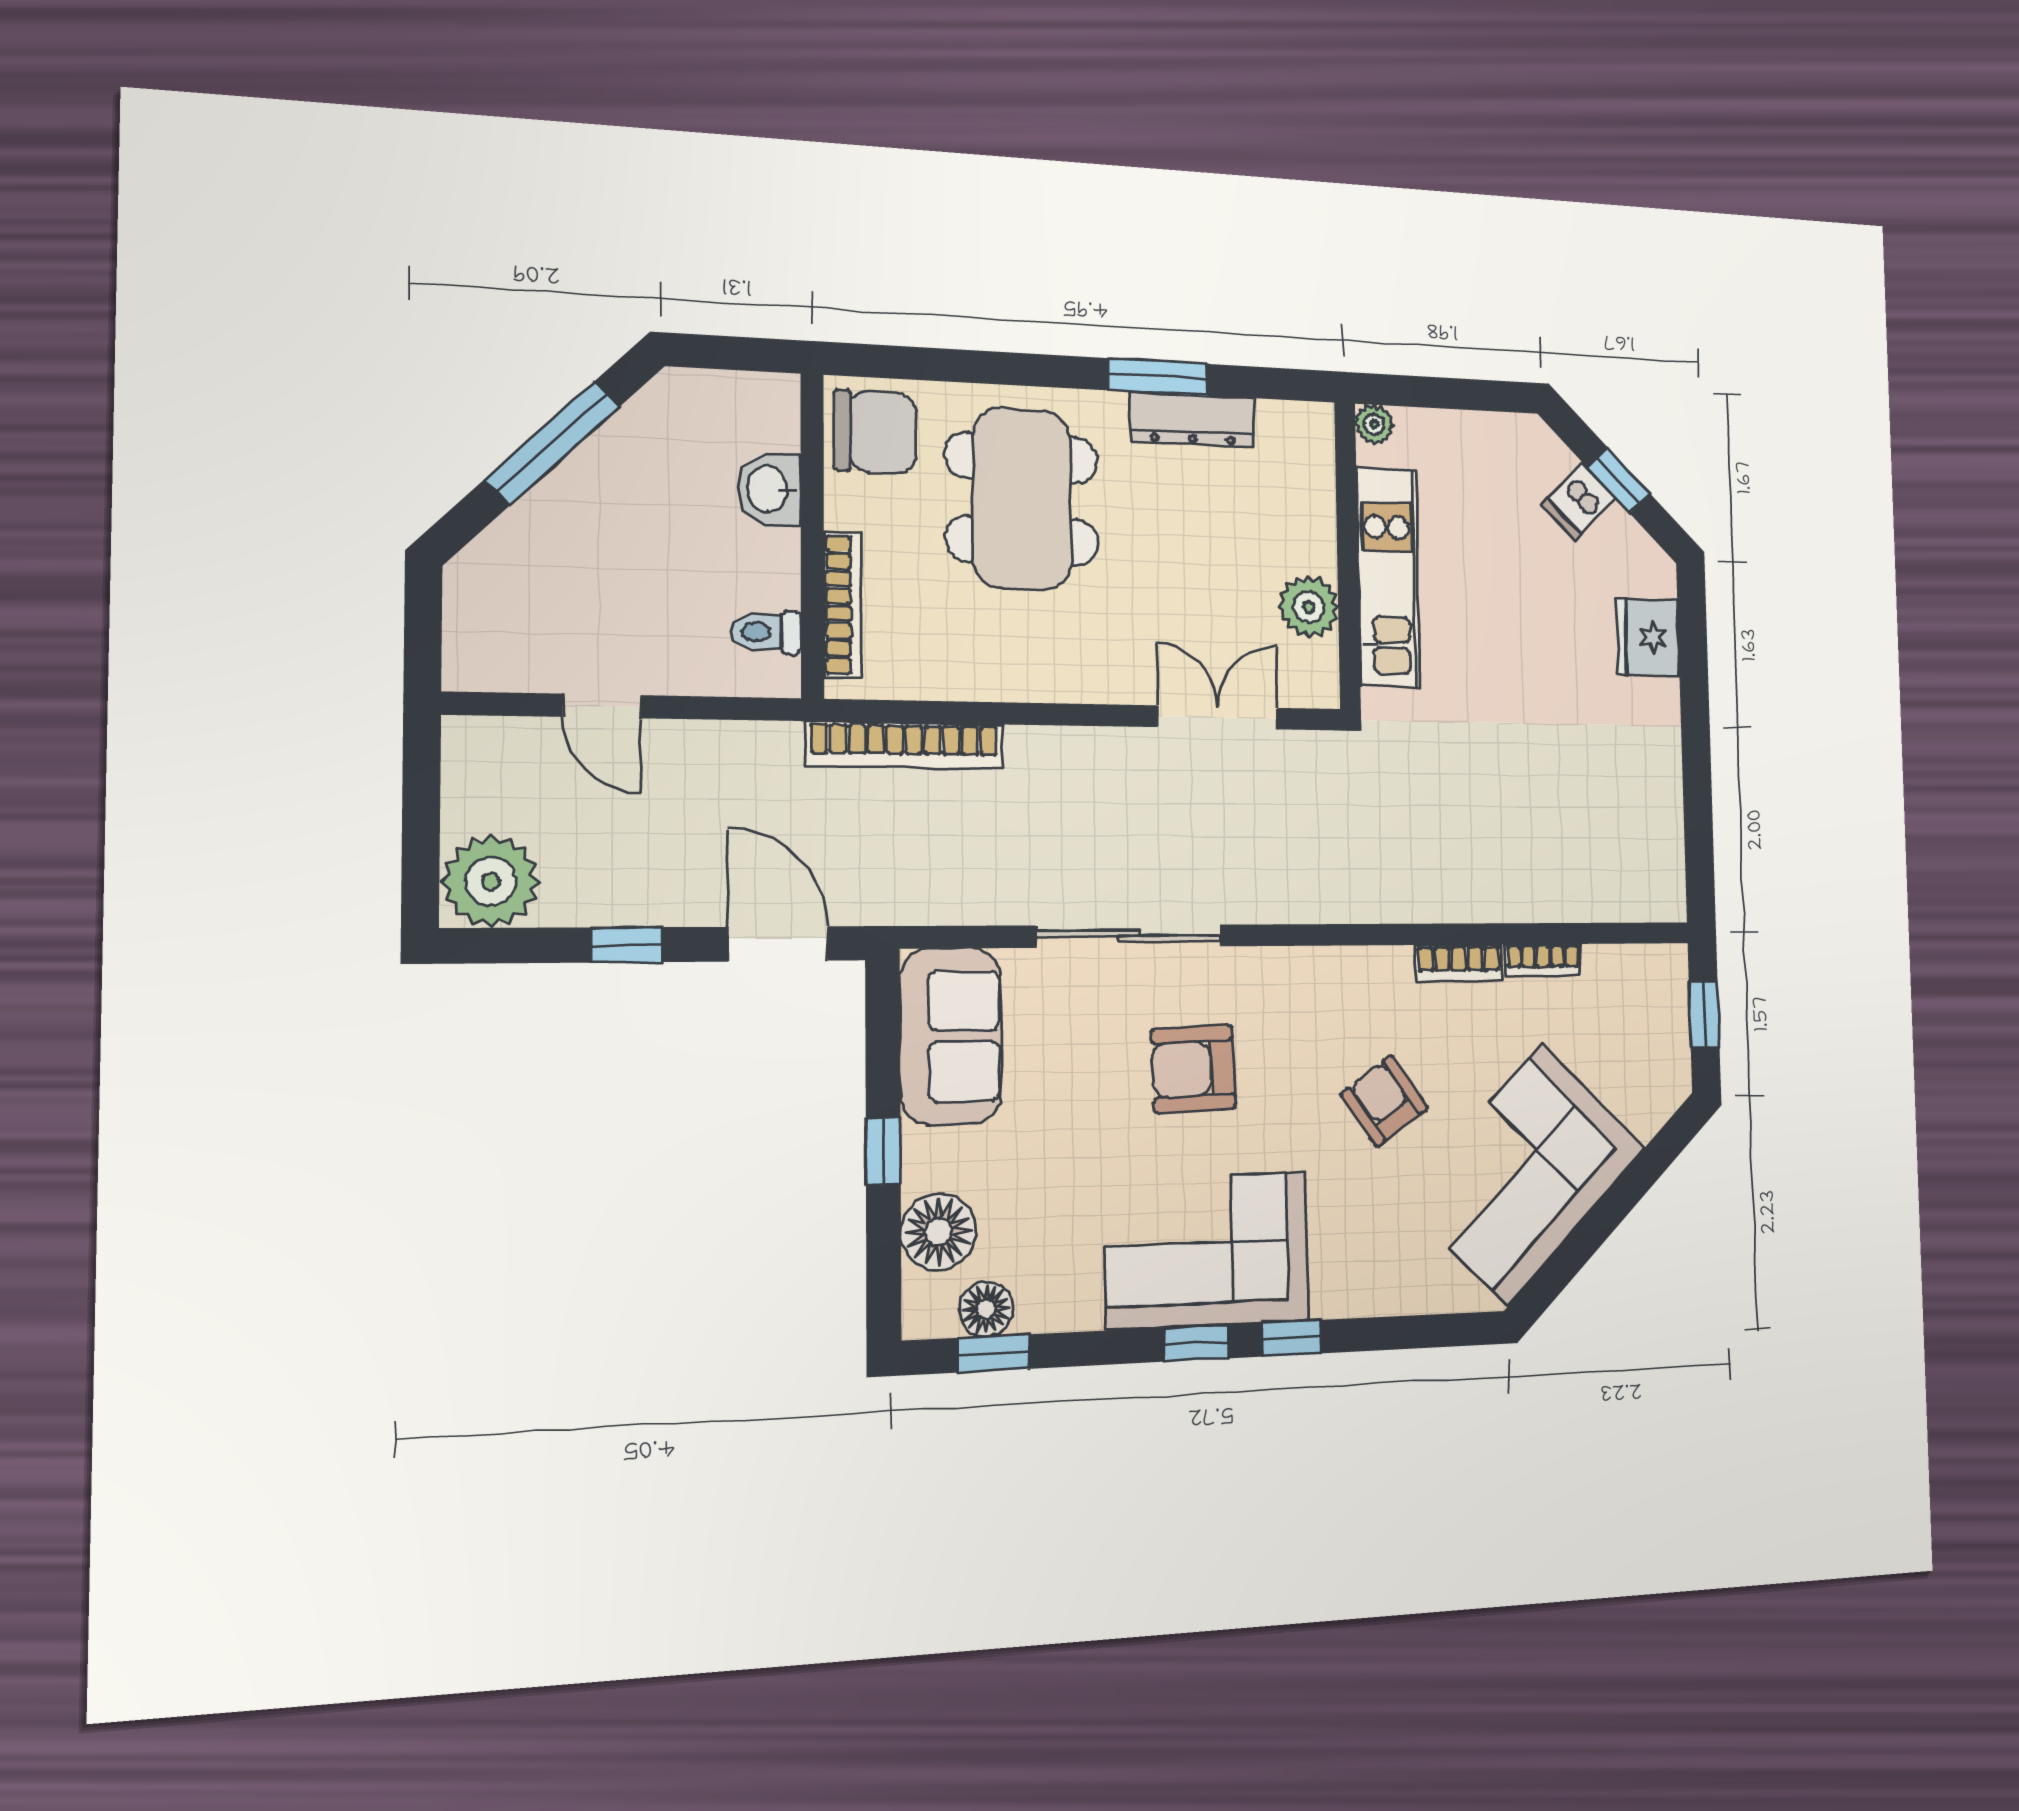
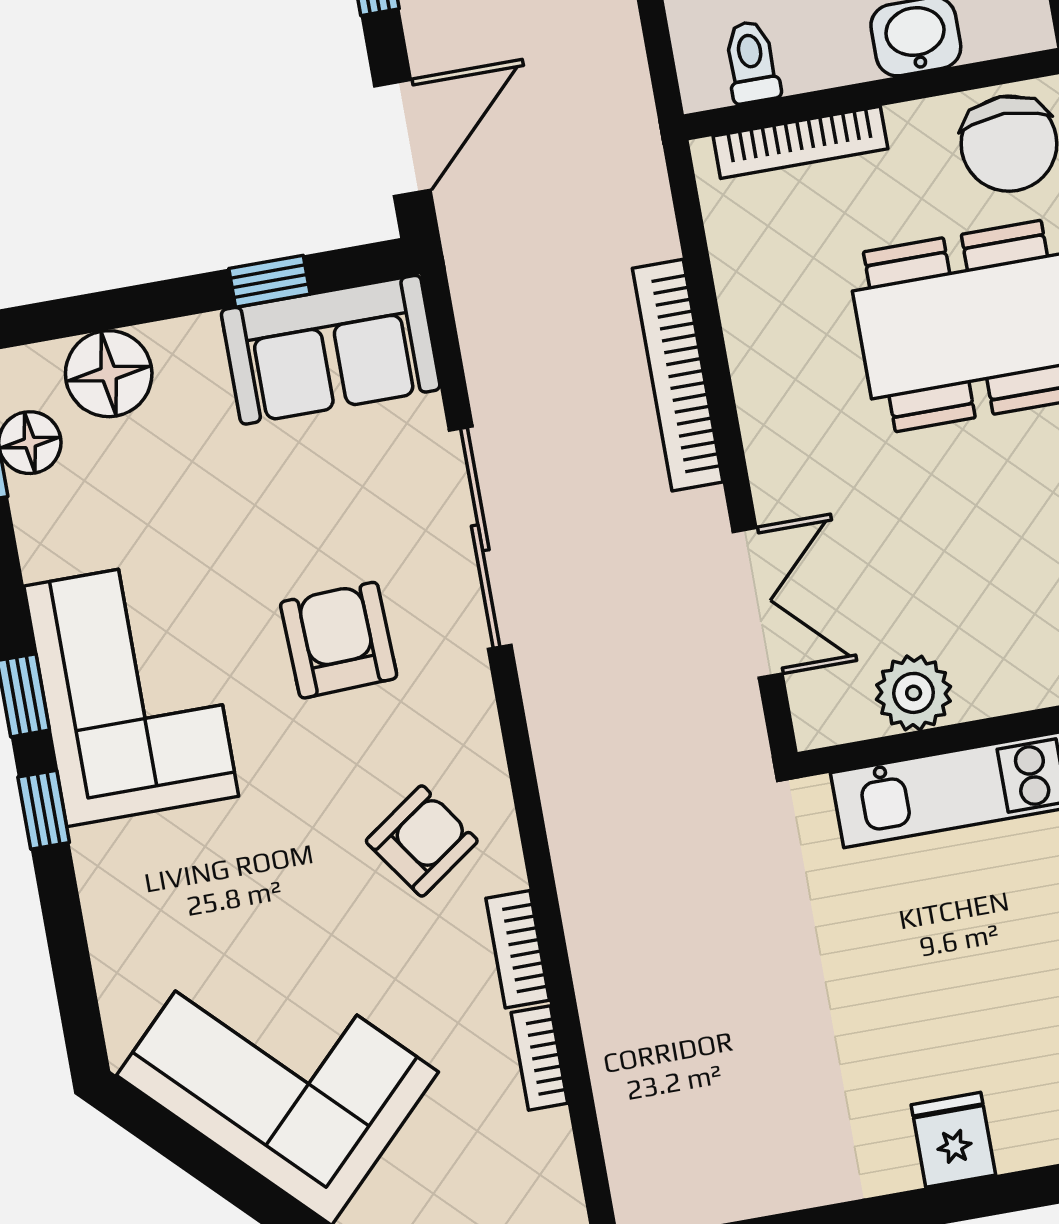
fridge: (1648, 637) -> (953, 1140), width x0.72
bookcase: (904, 745) -> (678, 375), moved
armchair: (1384, 1101) -> (422, 841), moved
window: (883, 1151) -> (269, 281), moved

